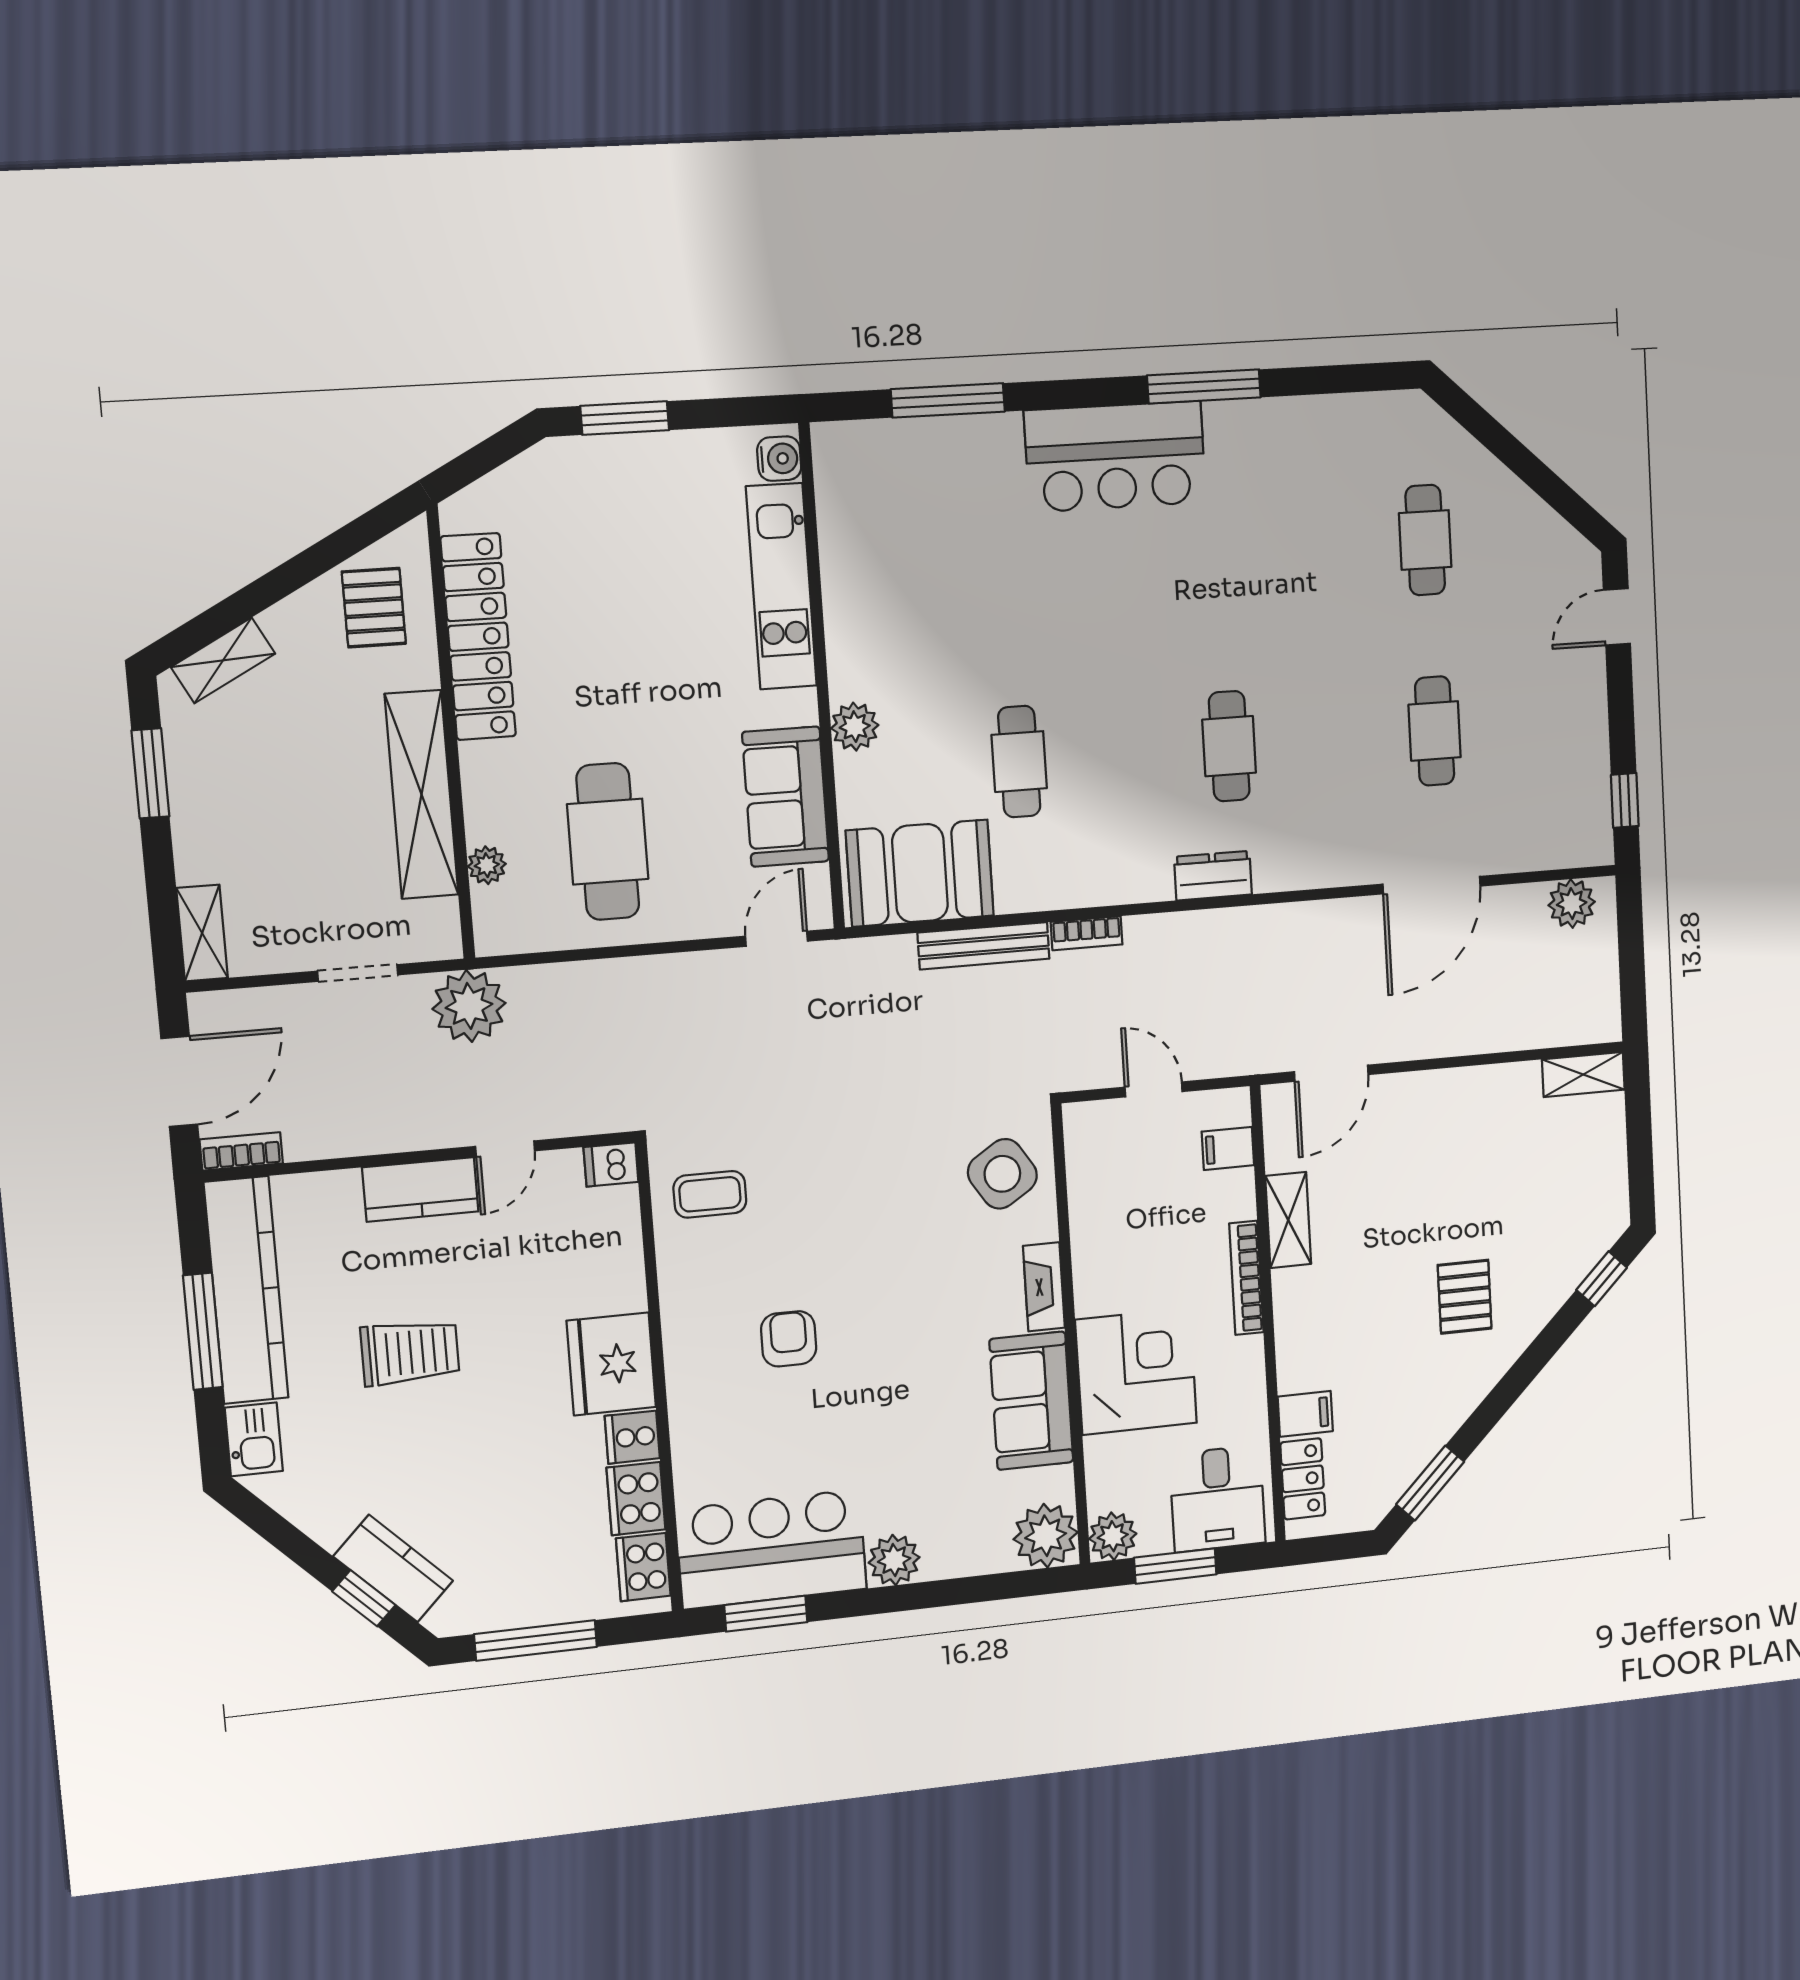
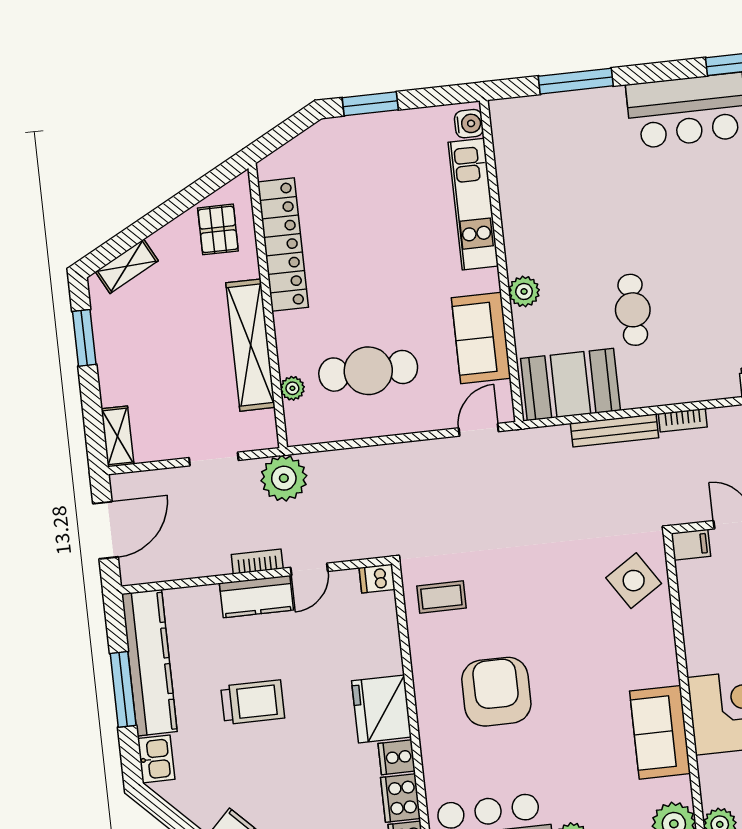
cafe table: (608, 842) -> (368, 371), turned 90
filing cabinet: (1090, 1121) -> (691, 545), added
bookcase: (241, 1151) -> (257, 561), moved
fireplace: (1044, 1287) -> (665, 656), removed
armchair: (789, 1339) -> (496, 692), width x1.88, depth x1.88

